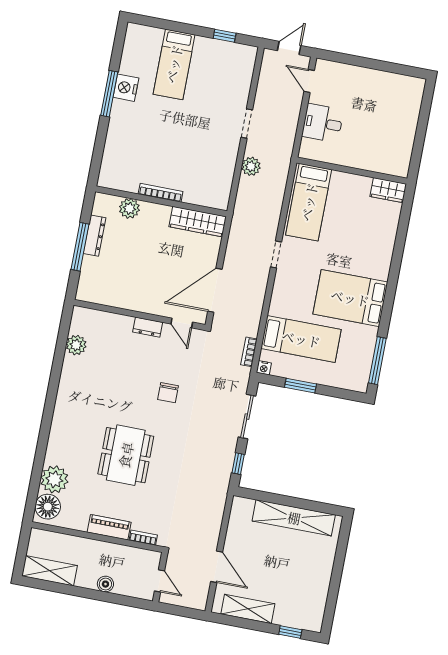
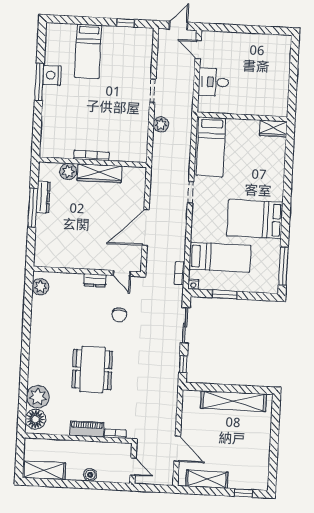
wardrobe: (198, 222) -> (100, 173), moved
wall: (140, 315) -> (87, 272), moved
door: (182, 323) -> (122, 273), moved
dresser: (148, 327) -> (95, 280), moved

